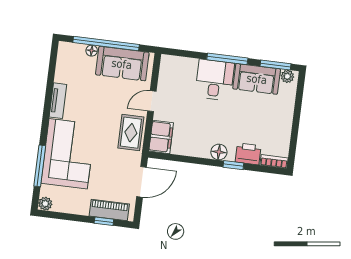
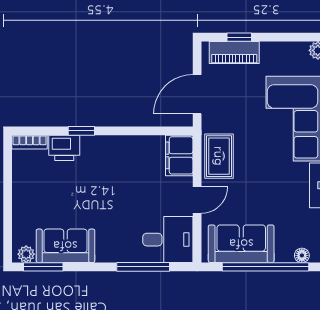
floor lamp: (92, 51) -> (302, 255), moved
window: (227, 59) -> (143, 267), moved
desk: (215, 80) -> (168, 240), moved, turned -90
floor lamp: (219, 152) -> (102, 145), removed

